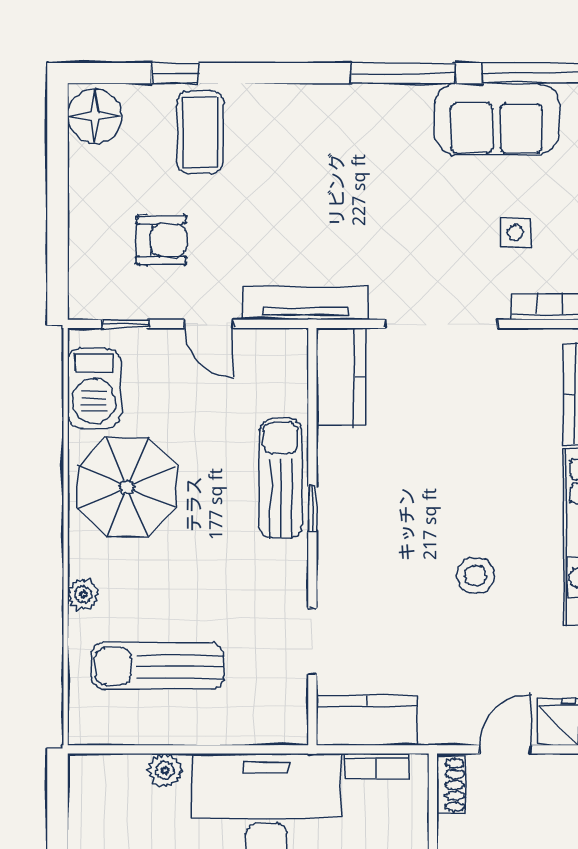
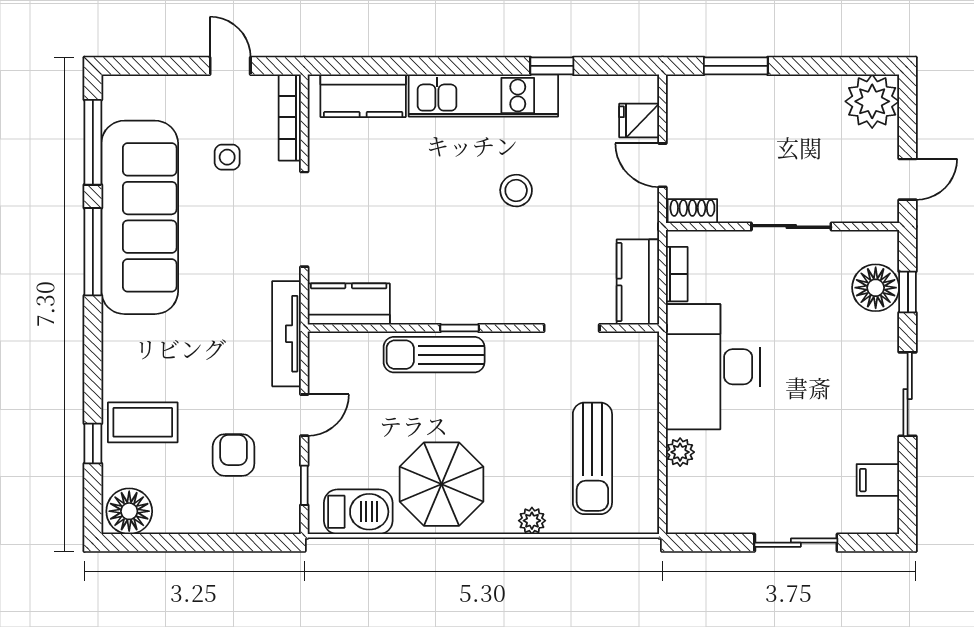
sofa: (496, 119) -> (140, 217), width x1.85, depth x1.27

